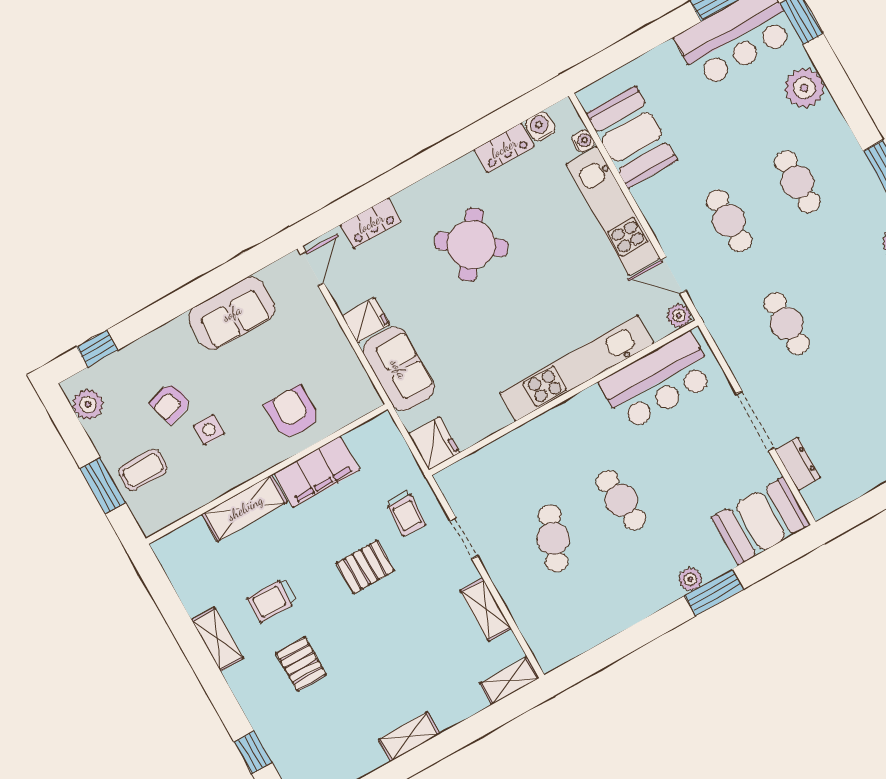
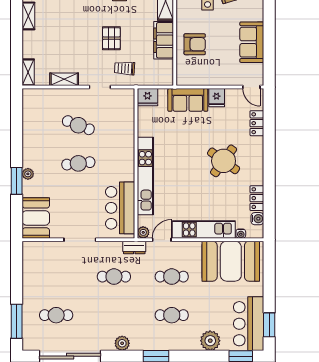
booth: (632, 137) -> (231, 261), width x1.36, depth x1.42
dresser: (798, 464) -> (134, 247), moved

